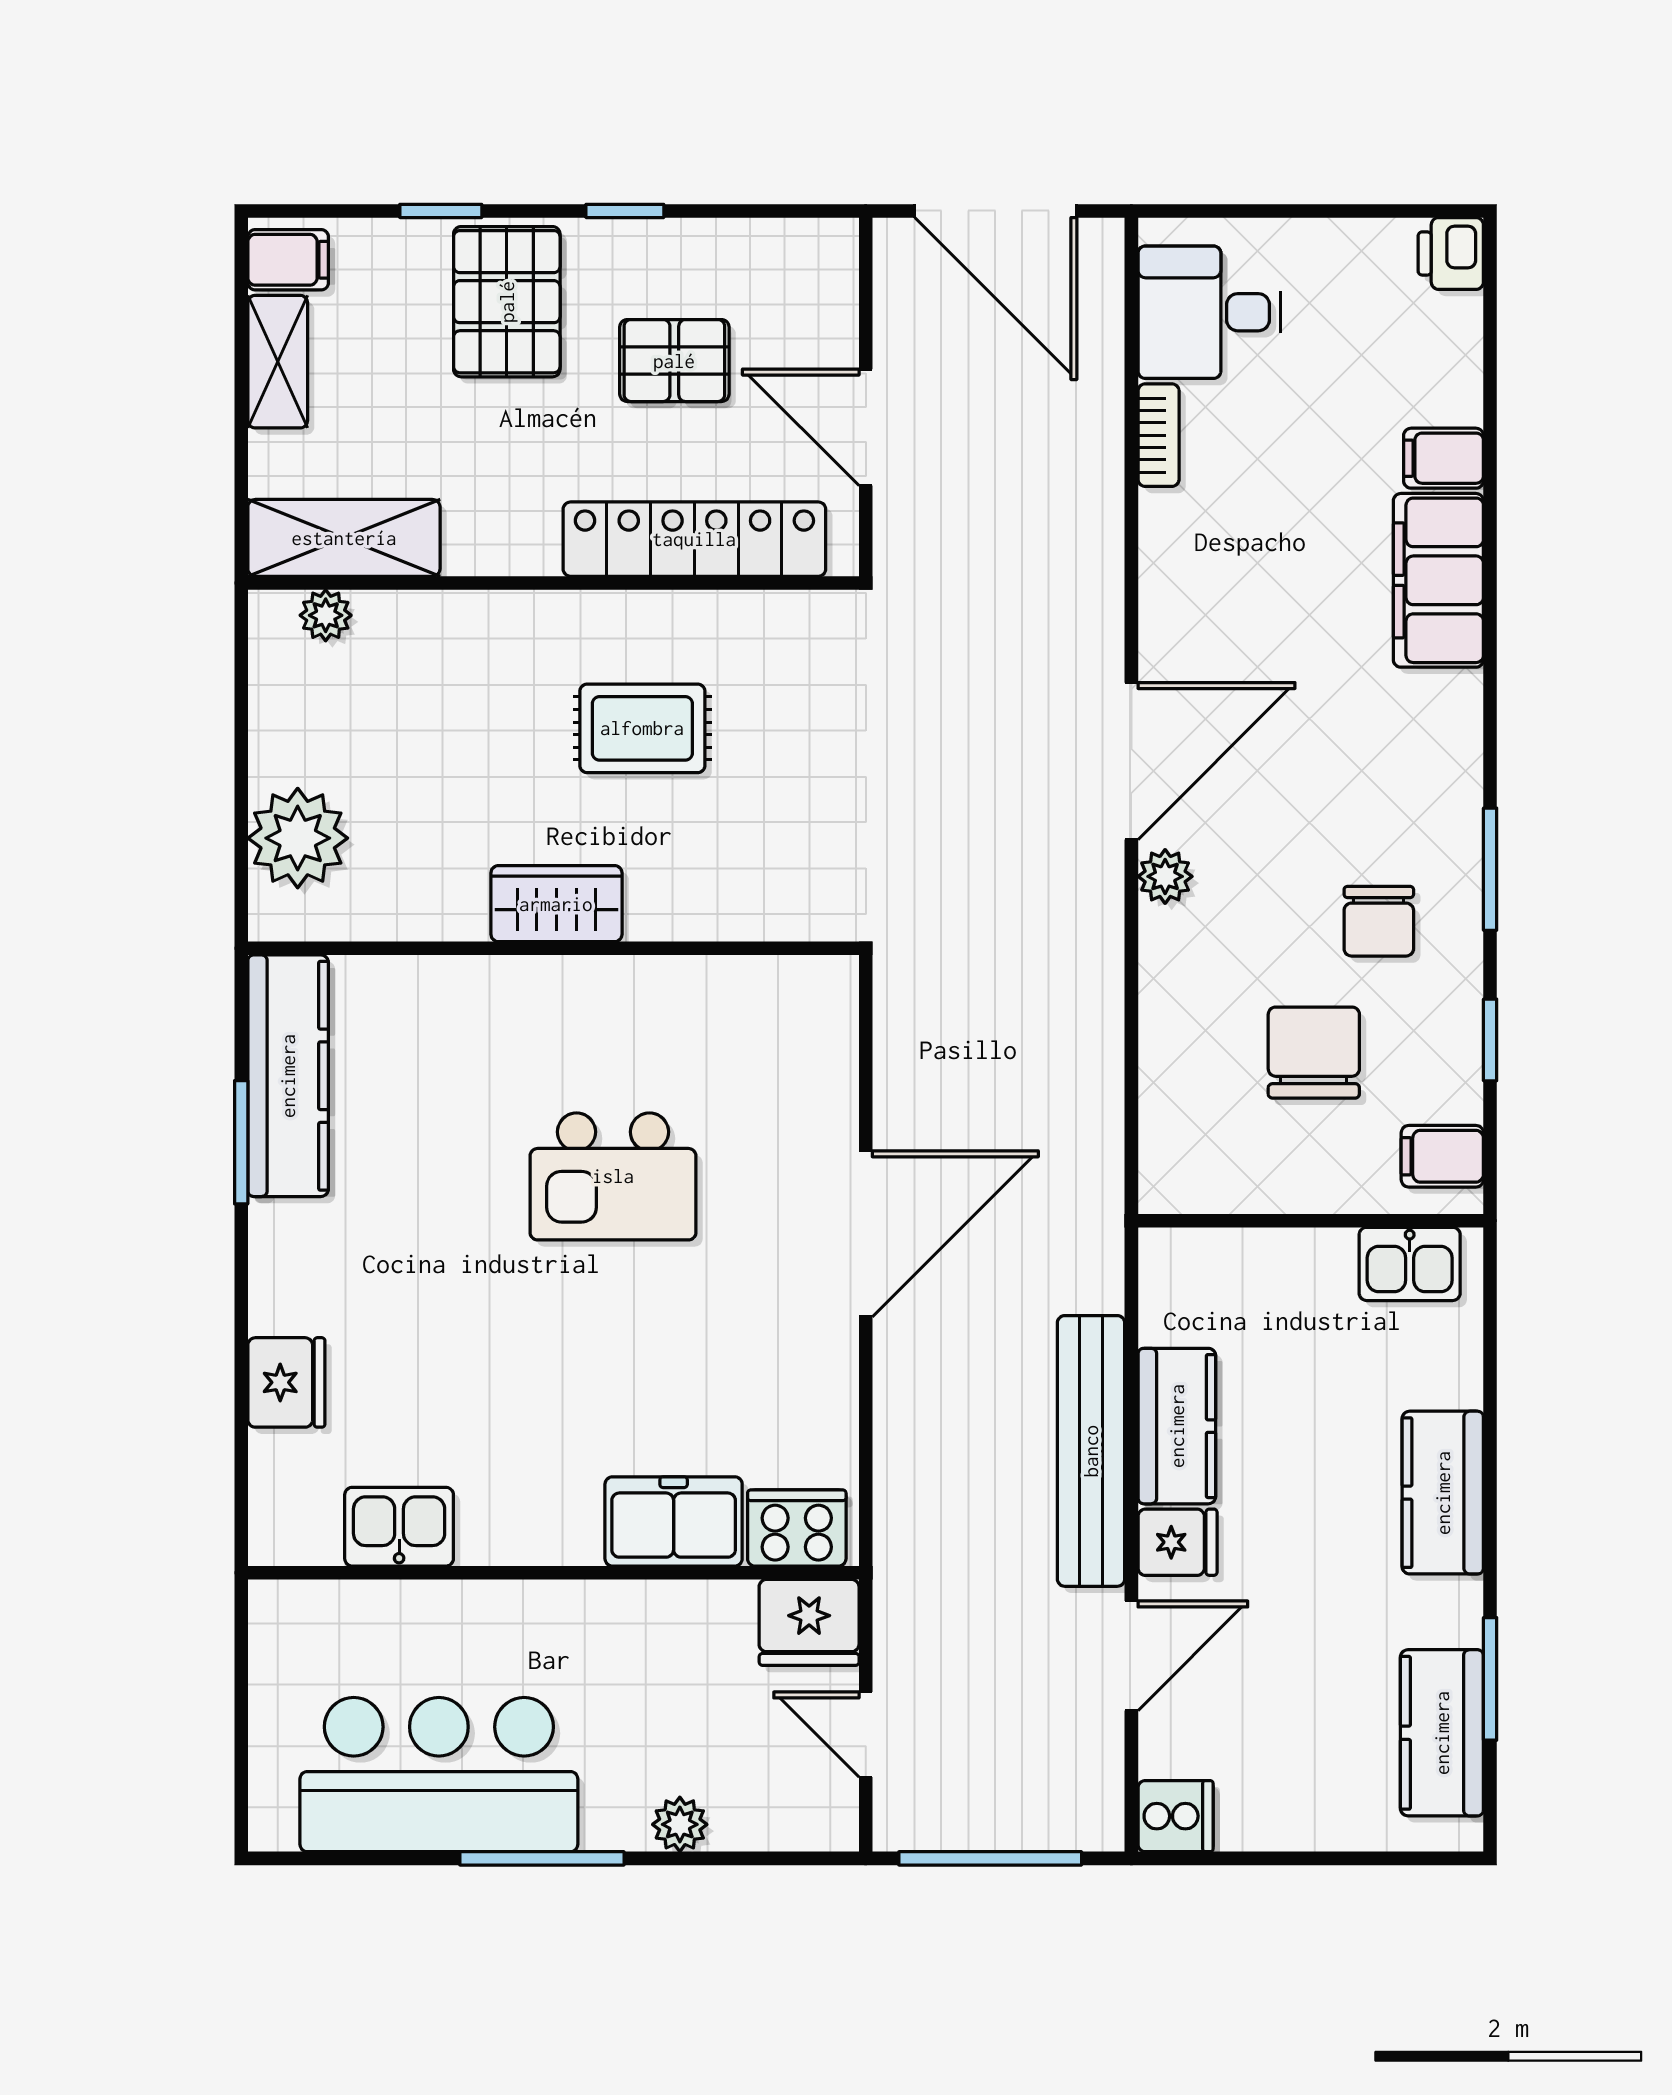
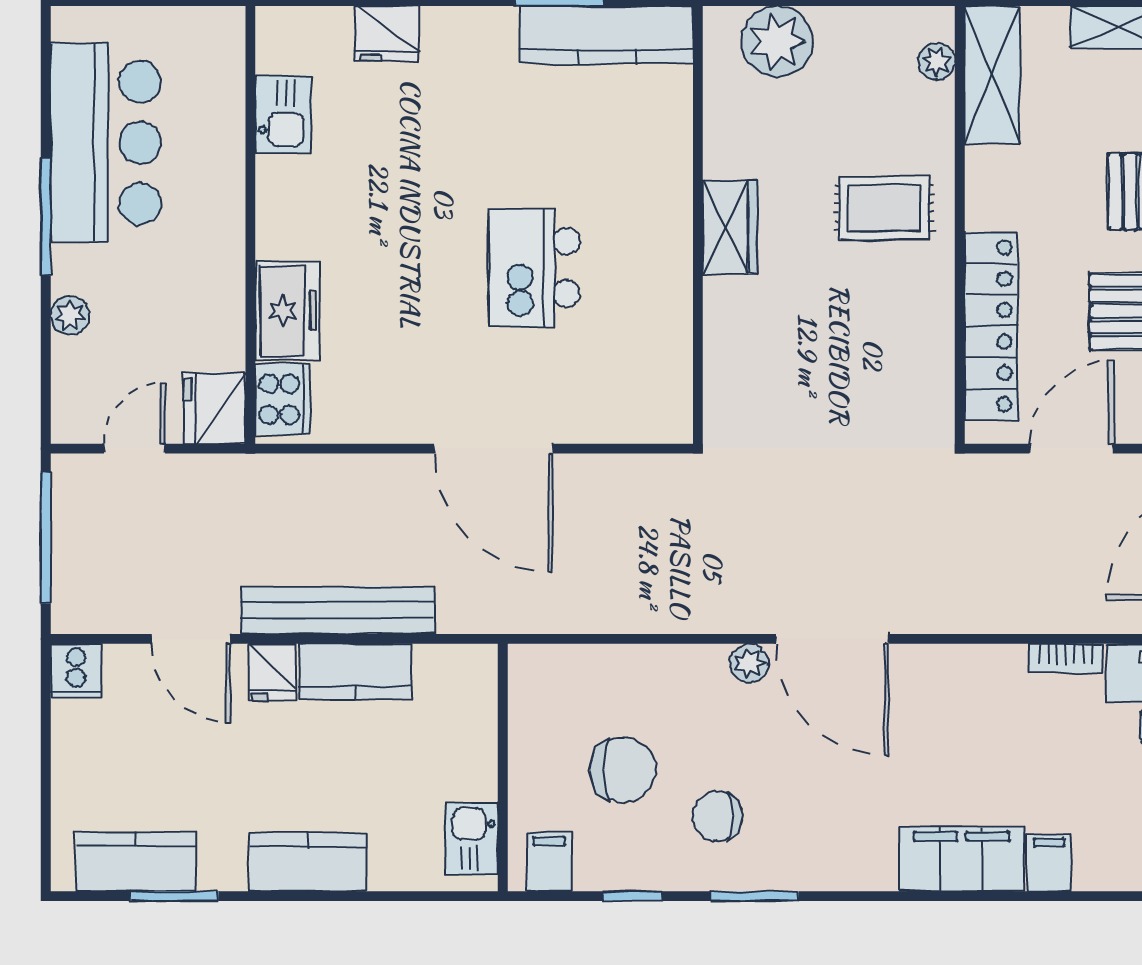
rug: (642, 728) -> (884, 208), moved, turned 90

